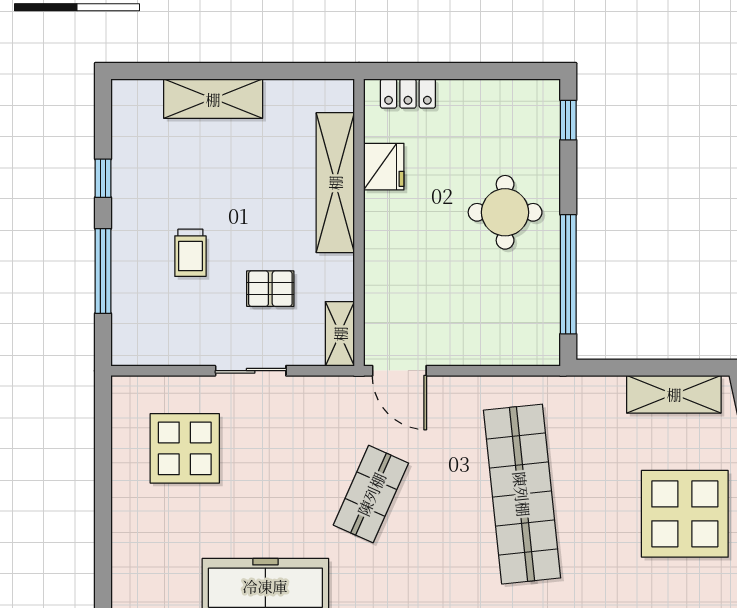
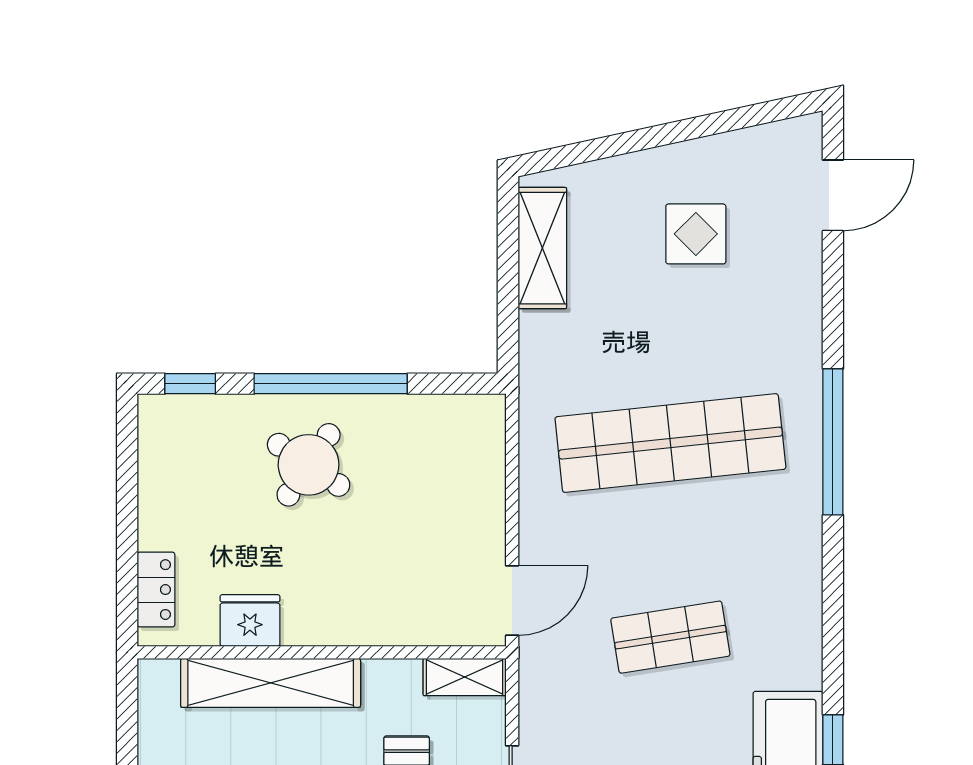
round table: (505, 212) -> (309, 465), turned 34
window: (568, 274) -> (331, 384), moved
shop shelf: (371, 494) -> (670, 637), turned -33
display table: (685, 514) -> (696, 234), width x0.54, depth x0.54

